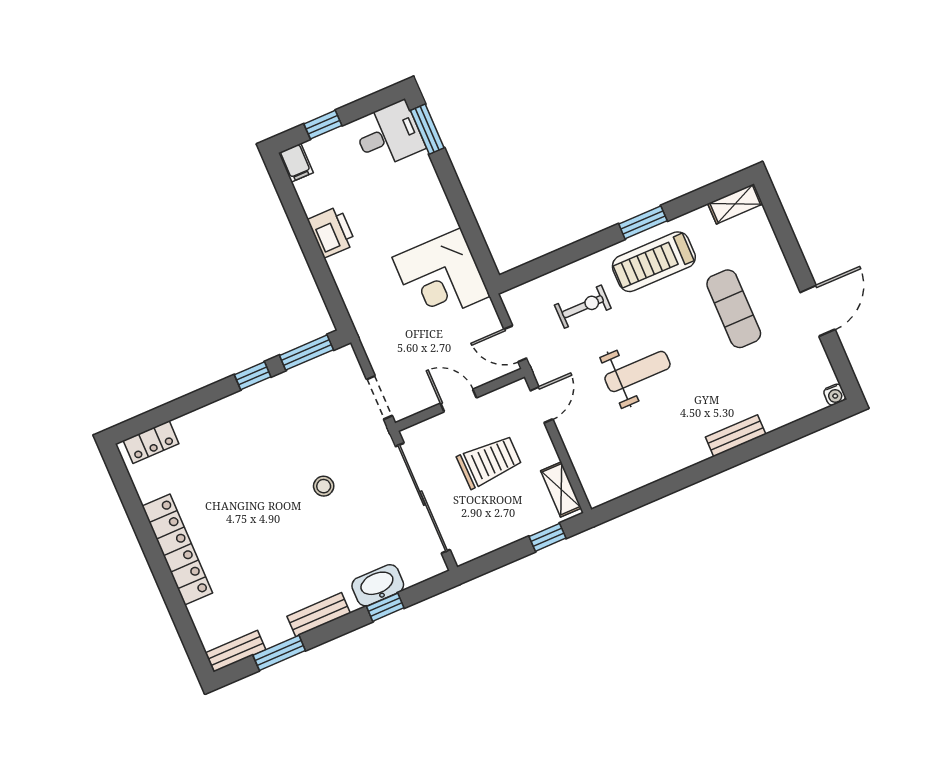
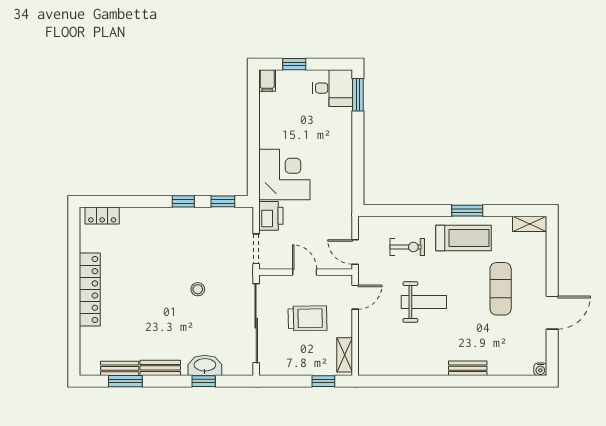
printer: (332, 232) -> (271, 216), moved
treadmill: (654, 262) -> (463, 238), turned 180
corner desk: (441, 277) -> (284, 174), moved, turned 180
window: (306, 353) -> (223, 201), width x0.67
bench: (236, 651) -> (120, 368), moved

